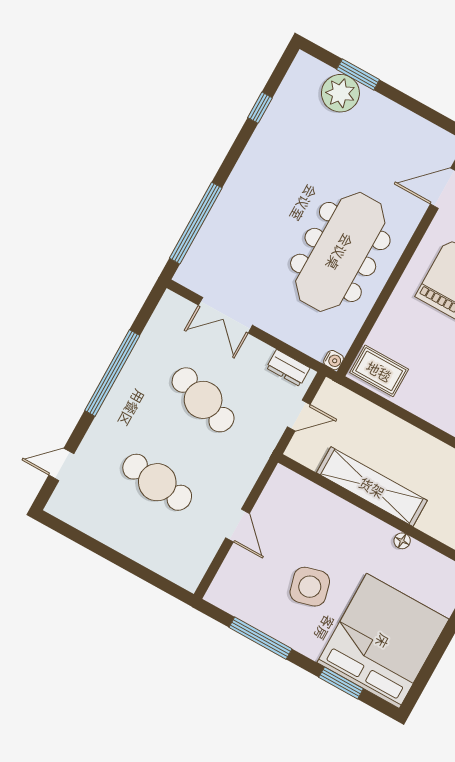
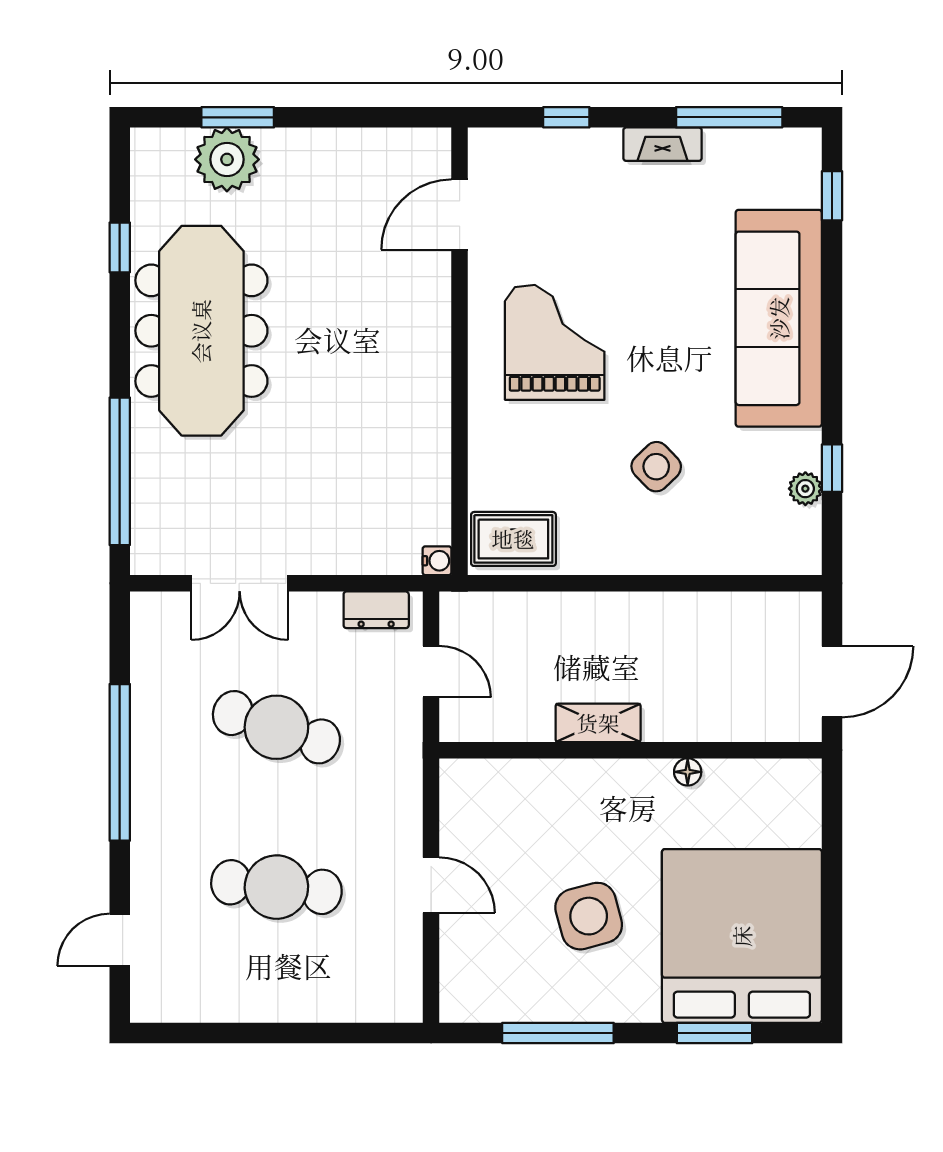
meeting table: (340, 252) -> (201, 331), moved
door: (299, 416) -> (431, 672), hinge flipped
shelving: (372, 487) -> (598, 723), width x0.45, depth x0.75

